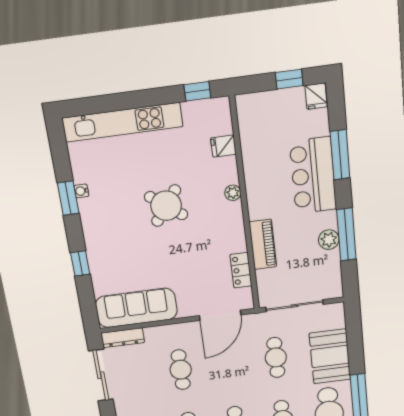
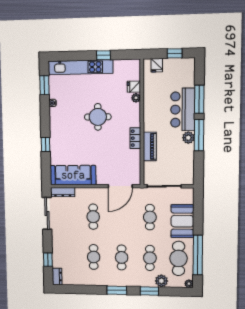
window: (197, 91) -> (103, 55), moved
fridge: (316, 96) -> (157, 65), moved
plant: (233, 193) -> (136, 98), moved
window: (68, 198) -> (44, 85), moved
round table: (166, 206) -> (98, 117), turned -37
window: (346, 235) -> (199, 135), moved
plant: (329, 240) -> (188, 138), moved
locker: (241, 270) -> (135, 138), moved

